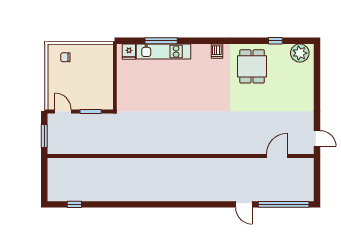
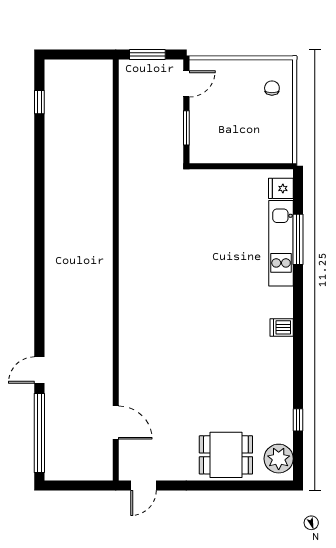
dining table: (252, 66) -> (226, 455), moved

